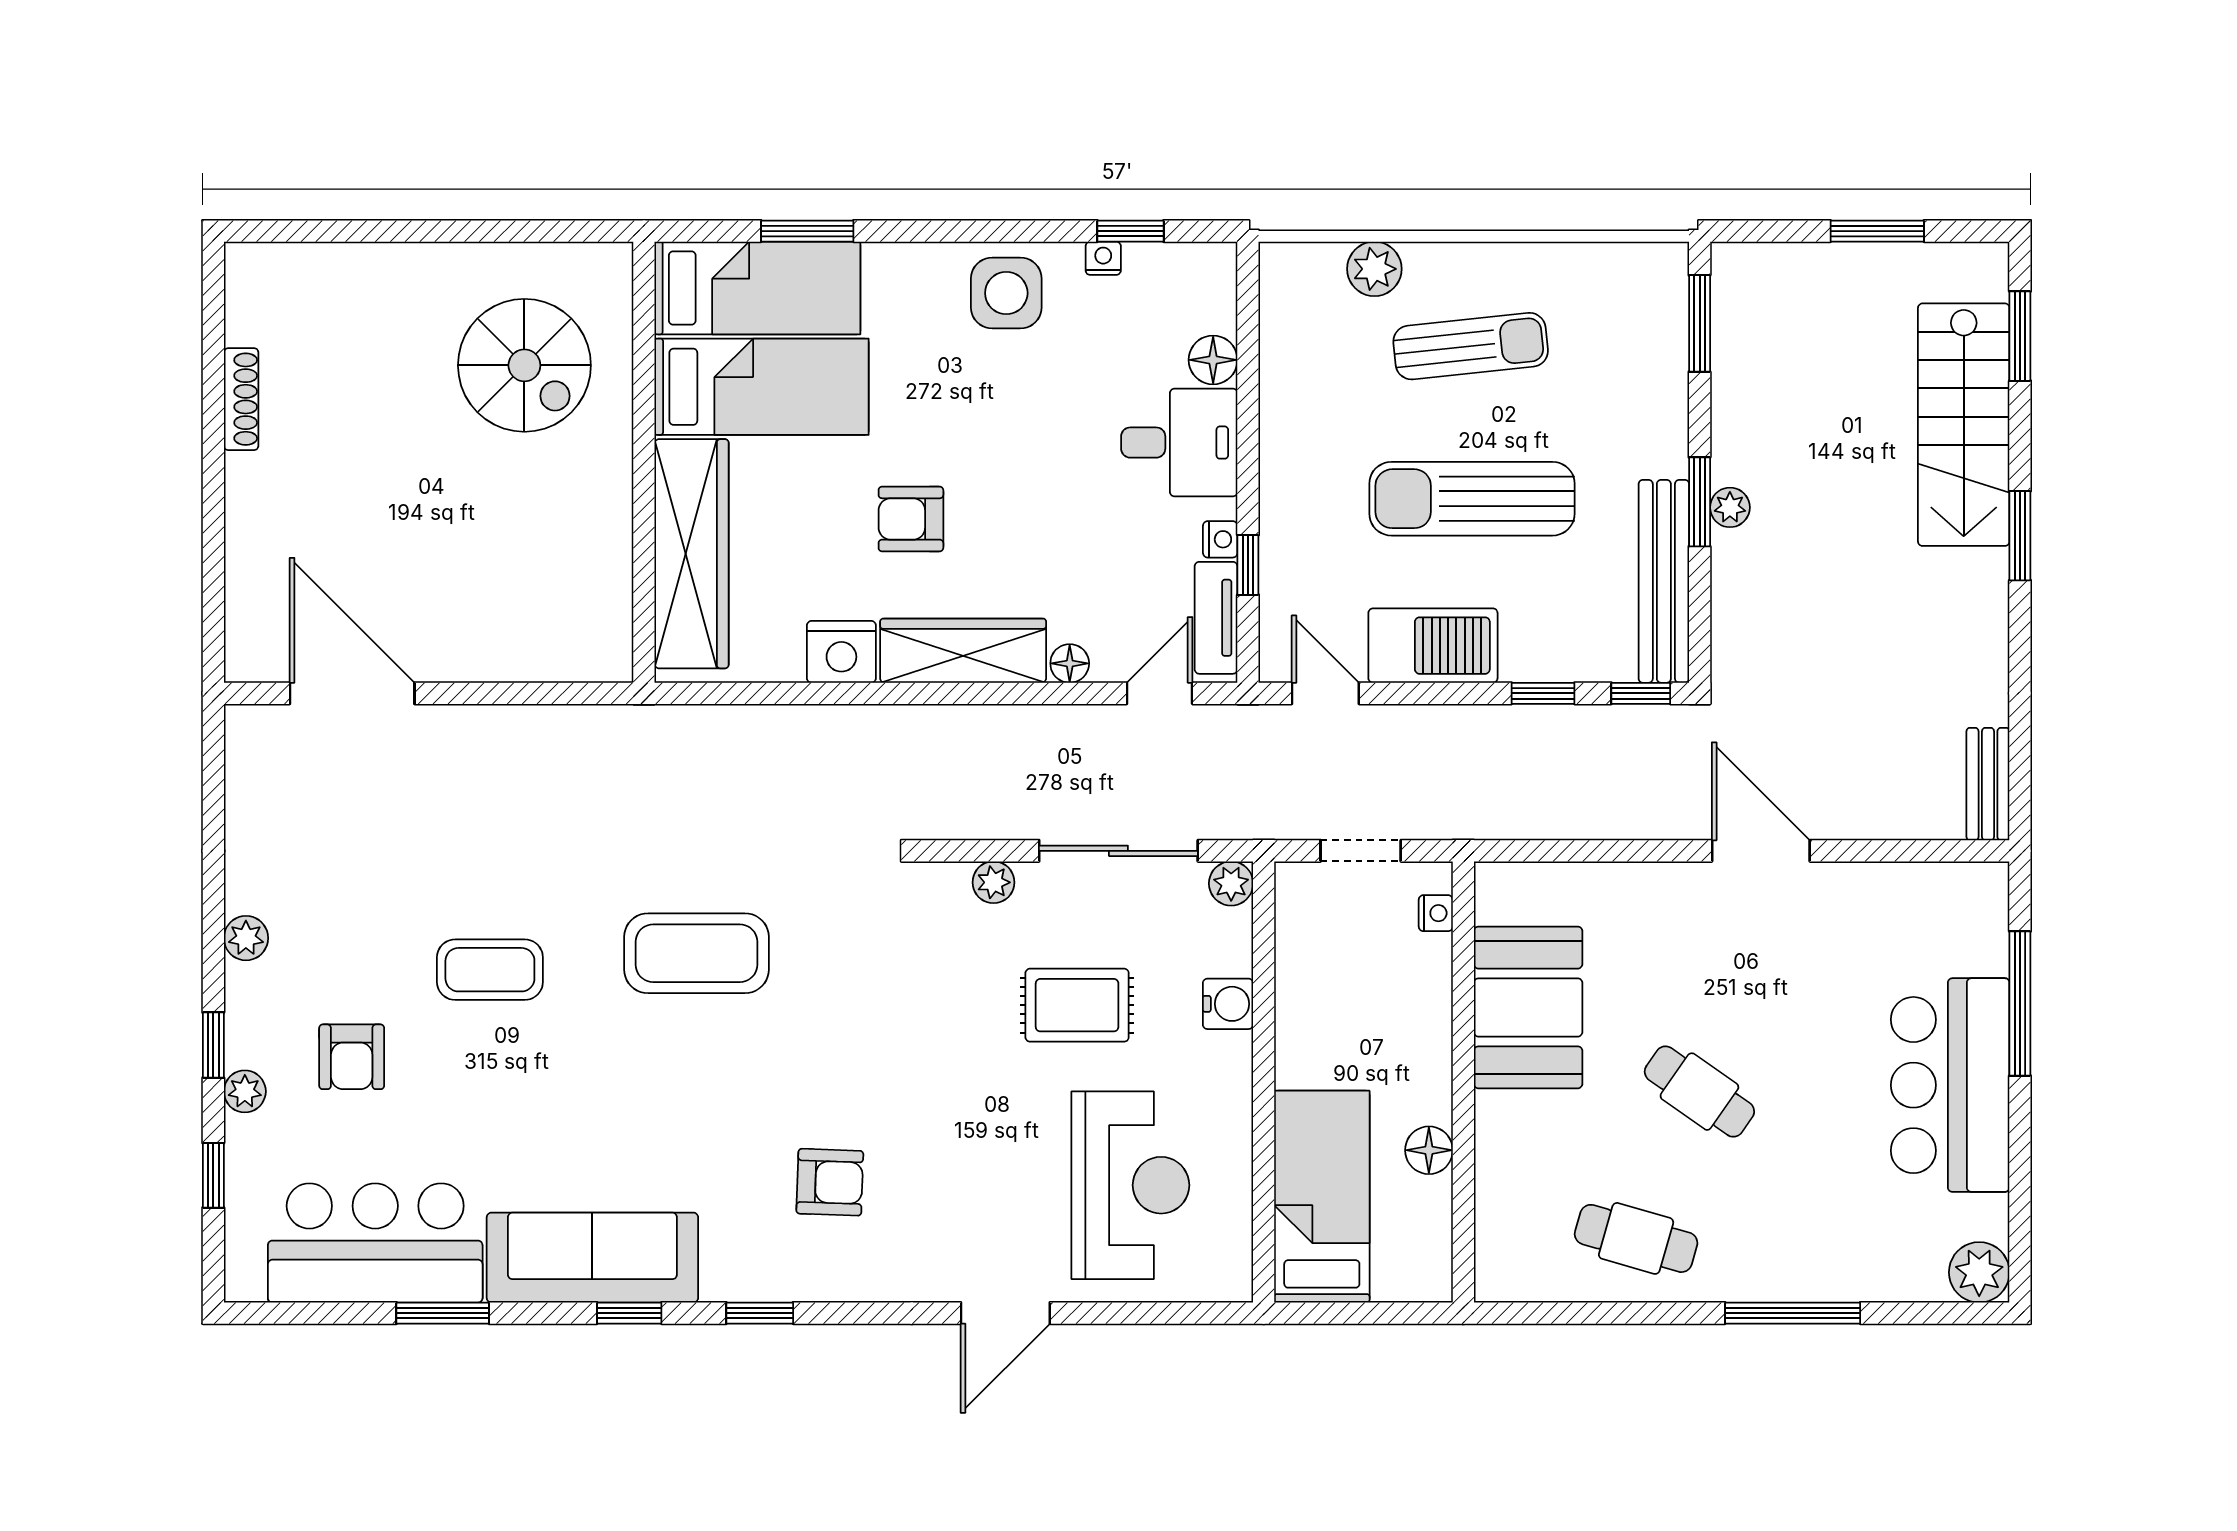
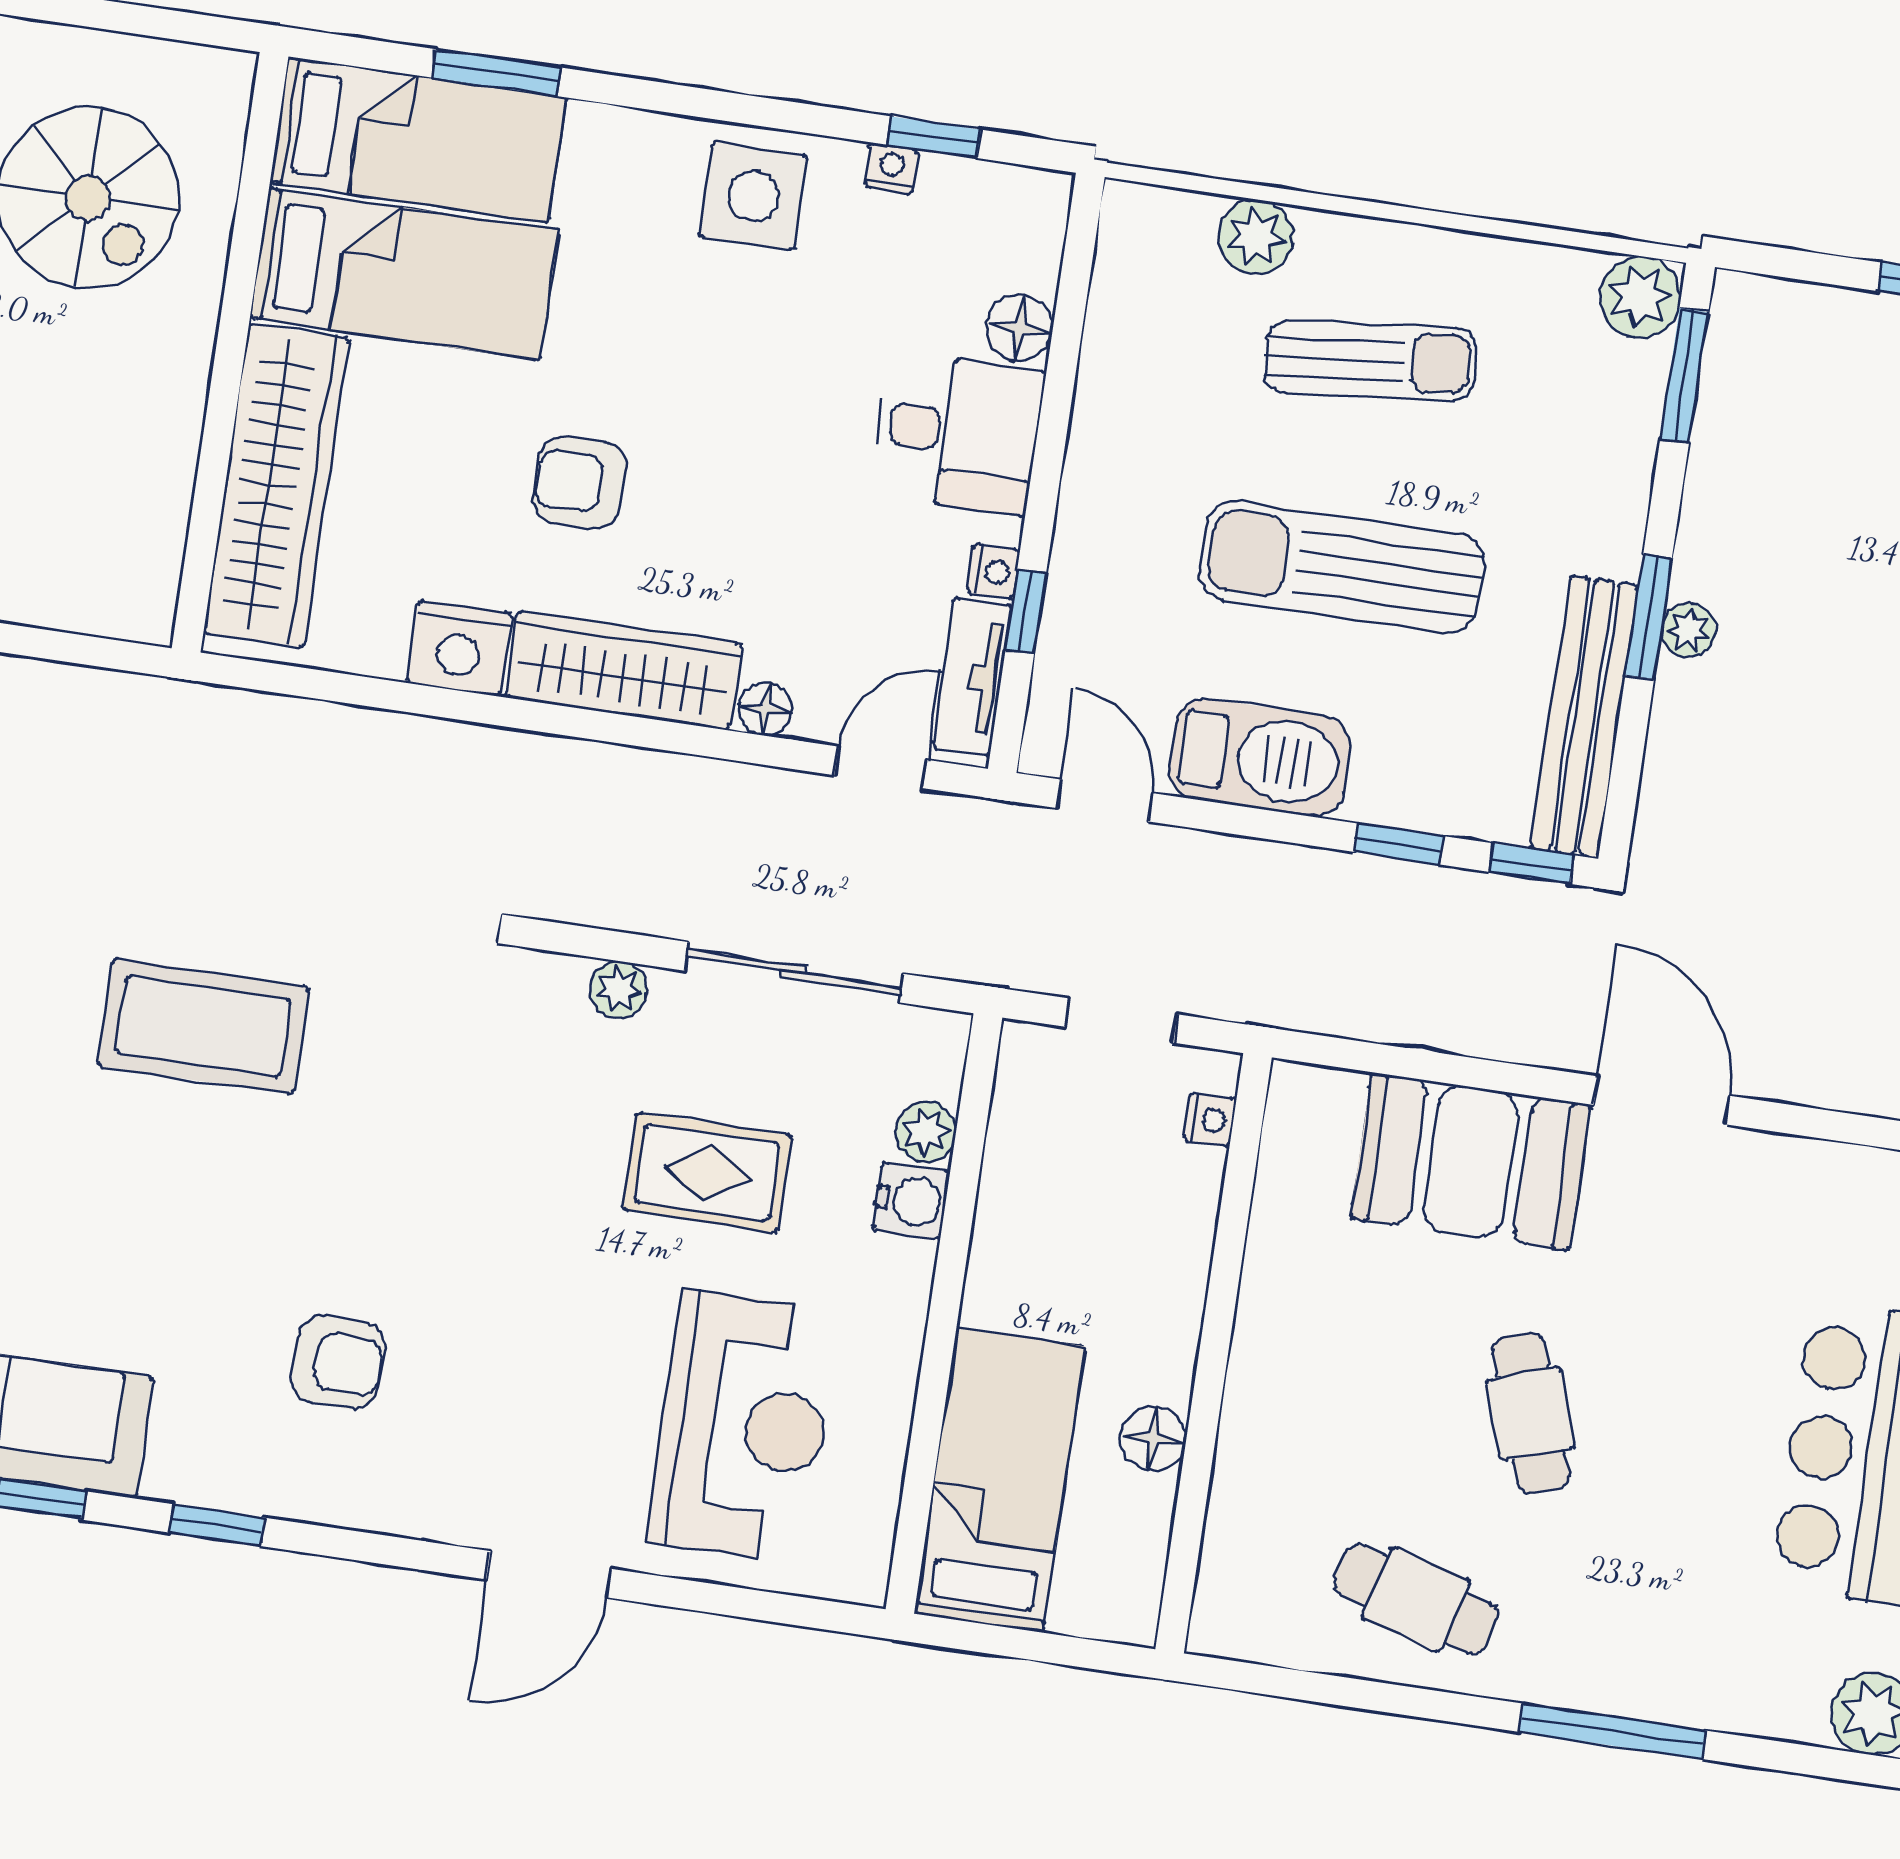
plant: (1659, 271) -> (1640, 297), added
plant: (1231, 883) -> (926, 1132), moved
booth: (1528, 1007) -> (1470, 1162), moved, turned 90
cafe table: (1699, 1092) -> (1531, 1413), turned 36

